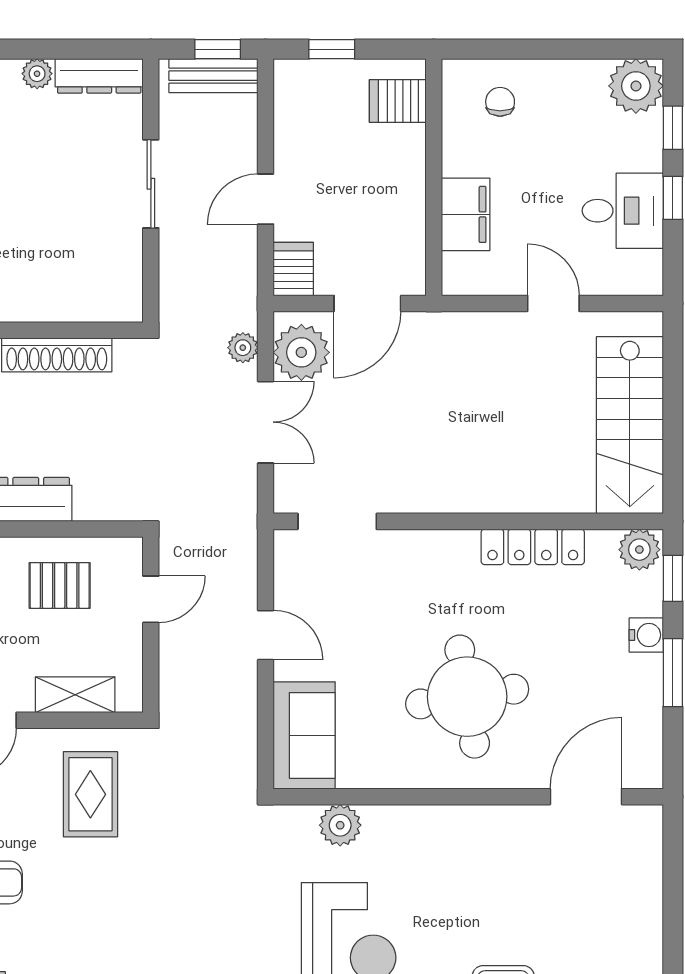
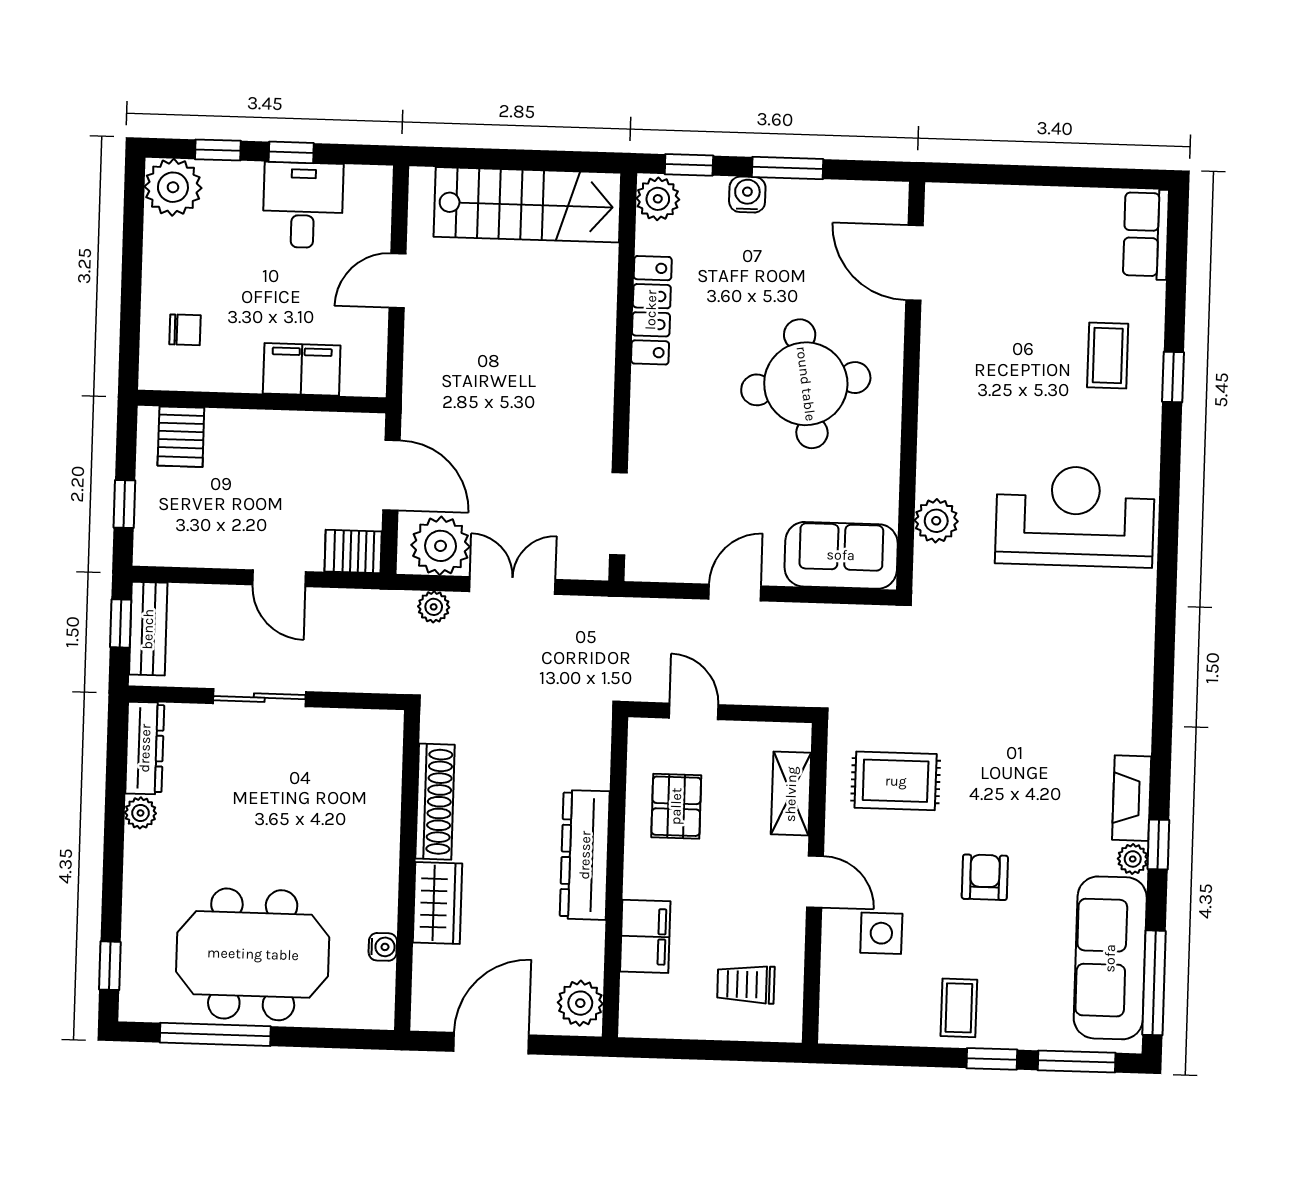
chair: (500, 102) -> (185, 330), turned 180

